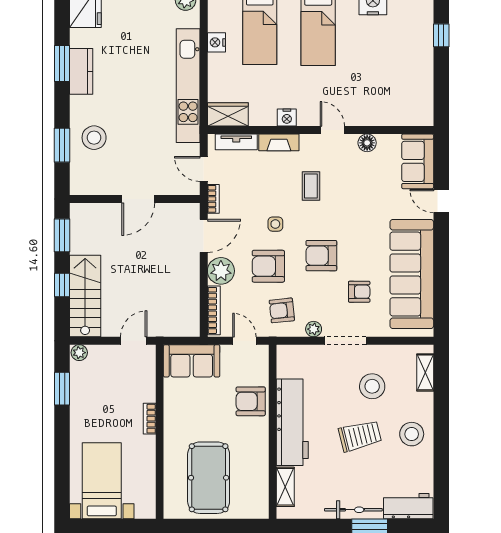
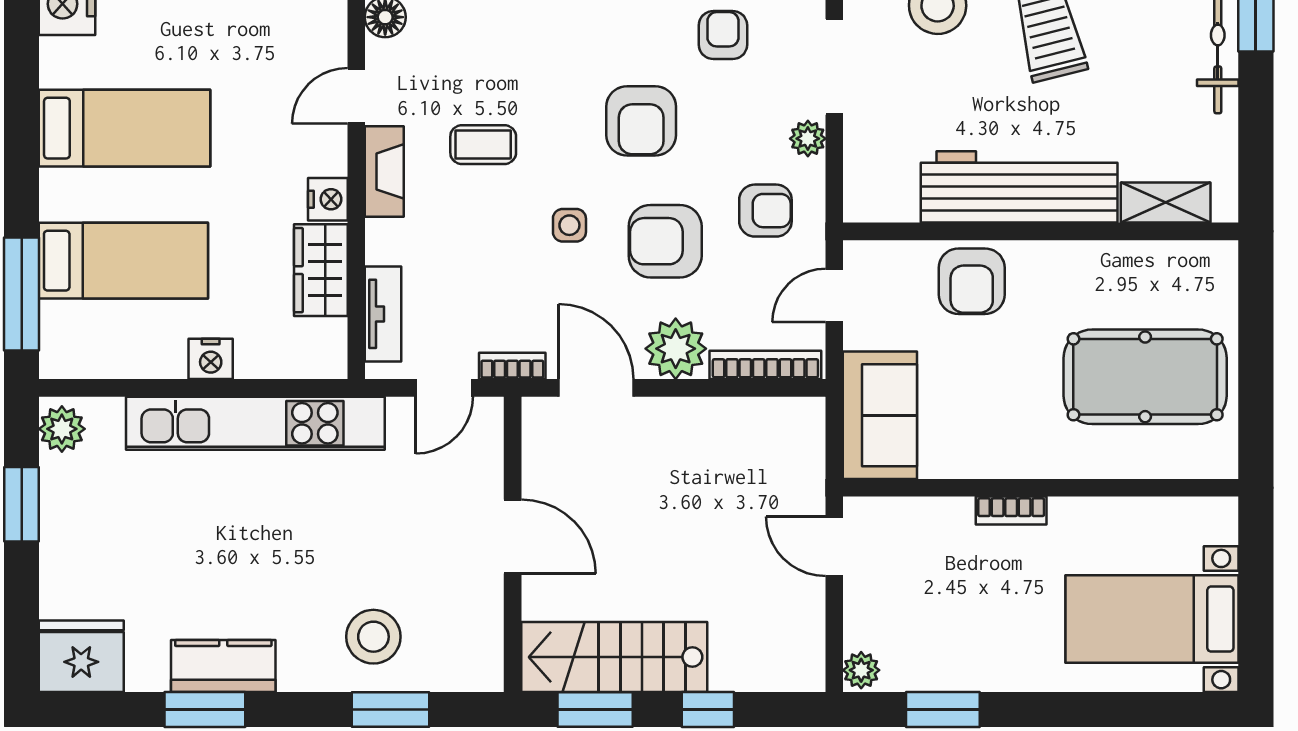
nightstand: (216, 42) -> (211, 359), moved
wardrobe: (228, 114) -> (321, 270), moved
fireplace: (279, 142) -> (384, 171), moved
armchair: (268, 266) -> (665, 241), turned 90
stairs: (85, 296) -> (614, 657), moved
armchair: (282, 310) -> (765, 211), turned -84

